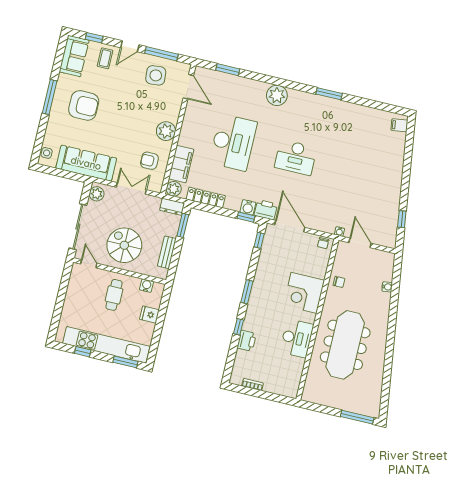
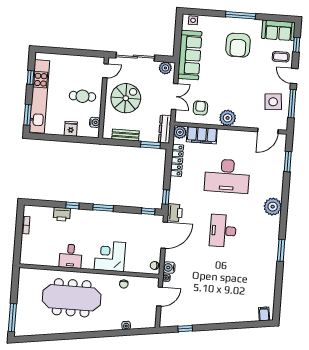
dresser: (172, 207) -> (165, 129), width x1.44
water cooler: (248, 207) -> (169, 268), moved
desk: (297, 338) -> (71, 256), width x0.73

